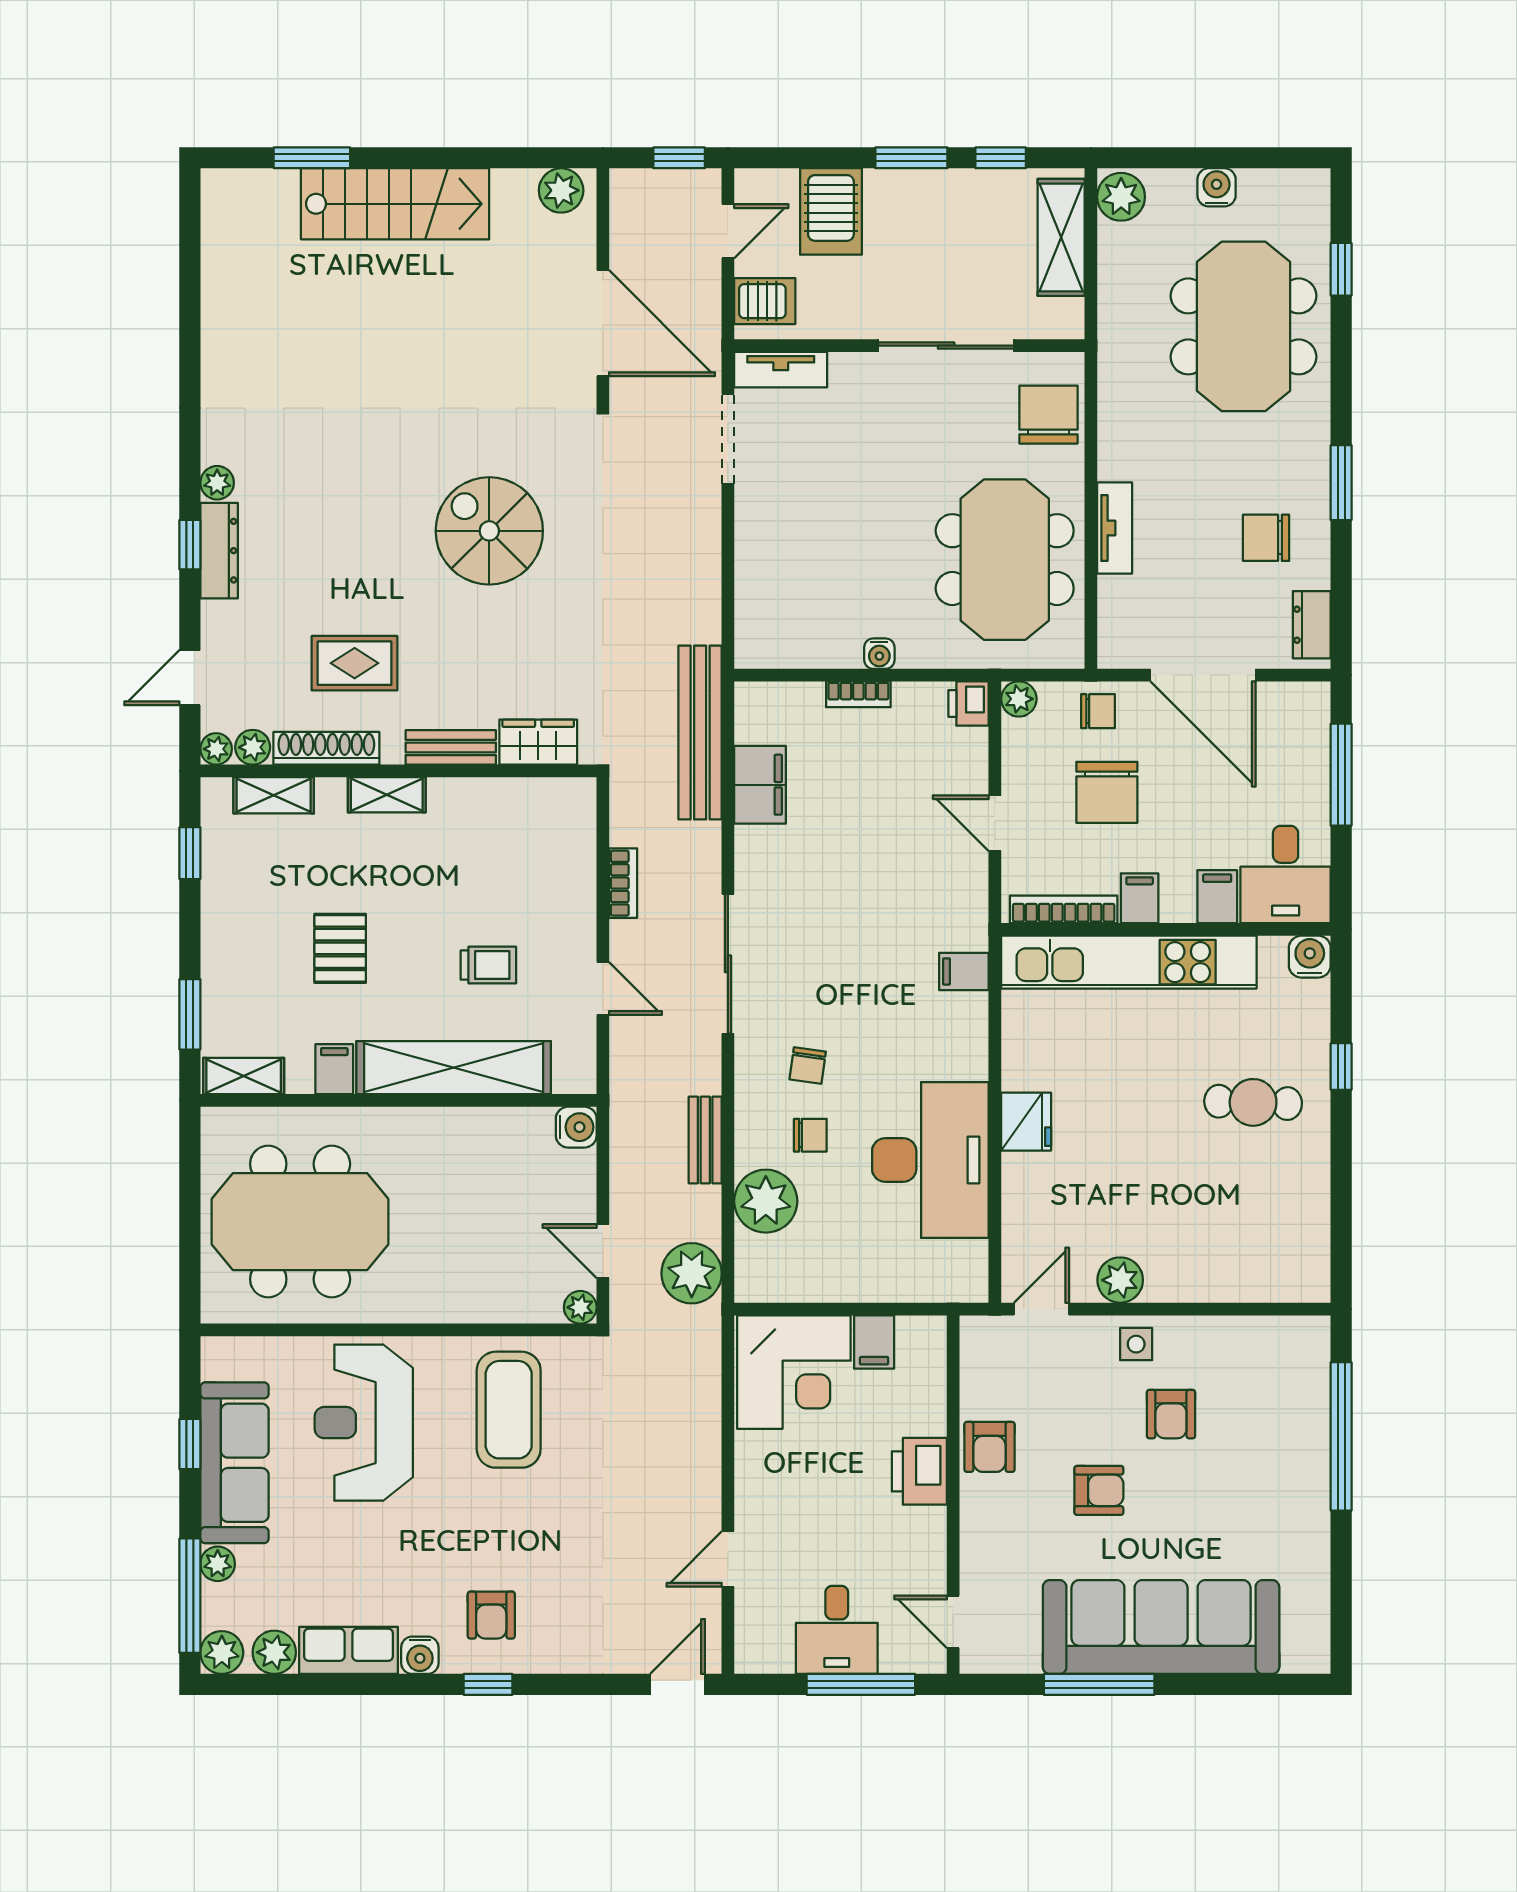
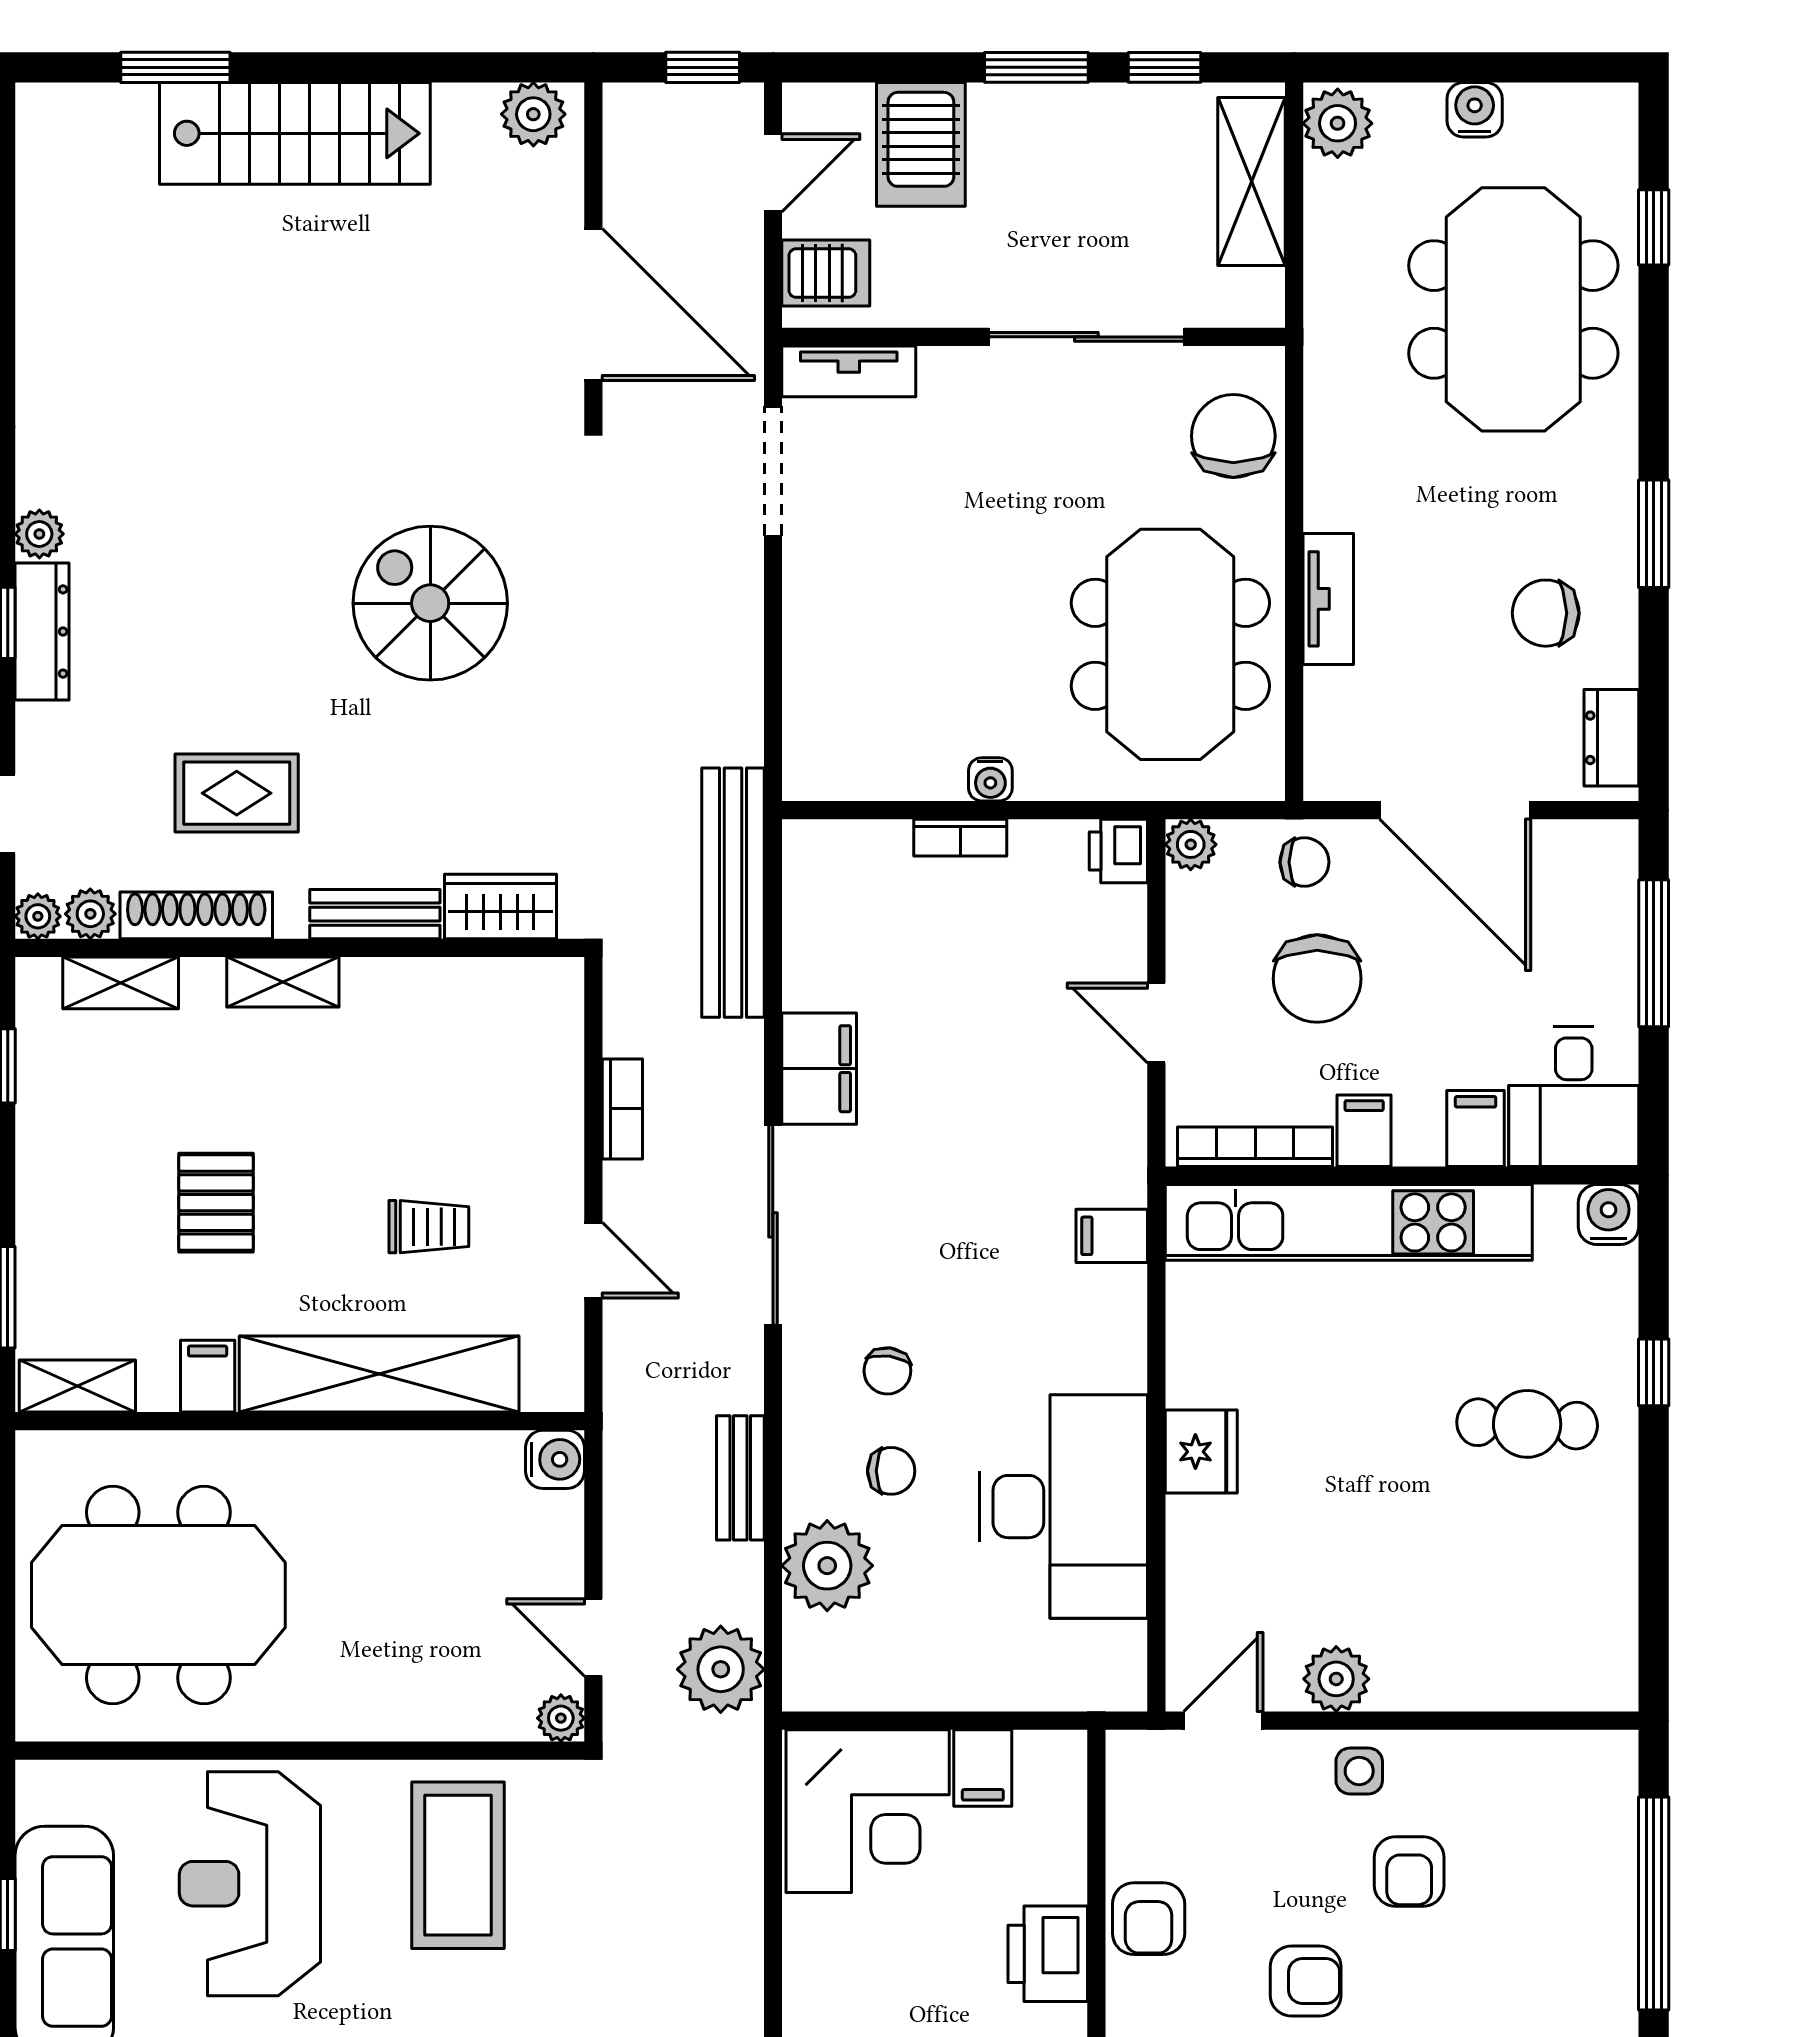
filing cabinet: (760, 785) -> (819, 1069), moved

